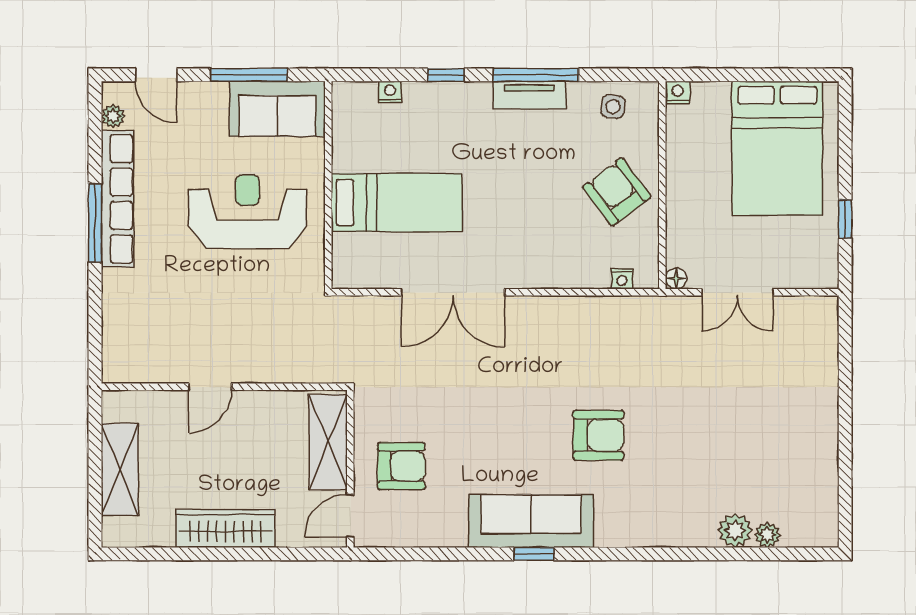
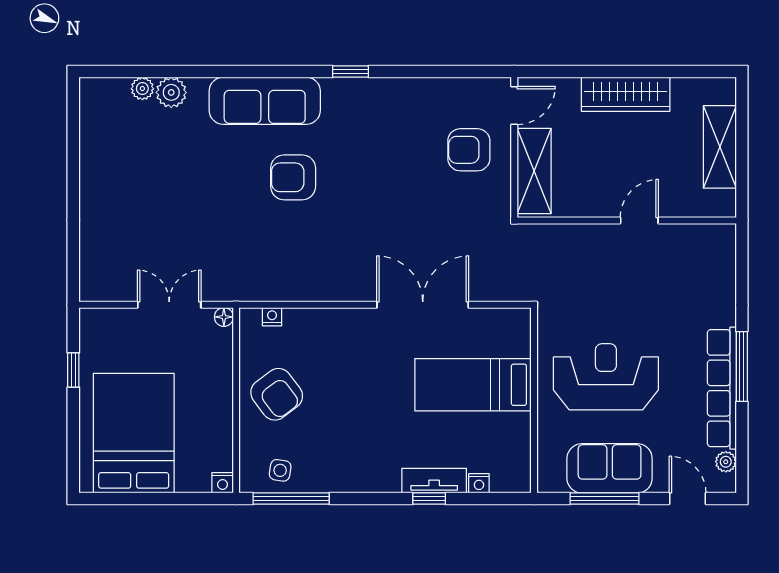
window: (536, 75) -> (291, 499), moved
tv unit: (530, 95) -> (434, 481), moved
sofa: (277, 109) -> (610, 468), moved
reception desk: (248, 212) -> (606, 377), turned 180
sofa: (531, 521) -> (265, 101), moved

